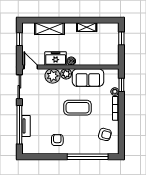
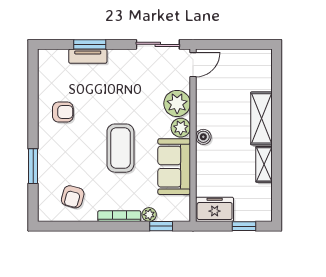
shelving: (49, 29) -> (261, 118), moved
window: (19, 39) -> (243, 44), removed
freezer: (56, 59) -> (215, 209), moved, turned -90
window: (19, 125) -> (90, 44), width x0.47
window: (88, 157) -> (33, 166), width x0.47

